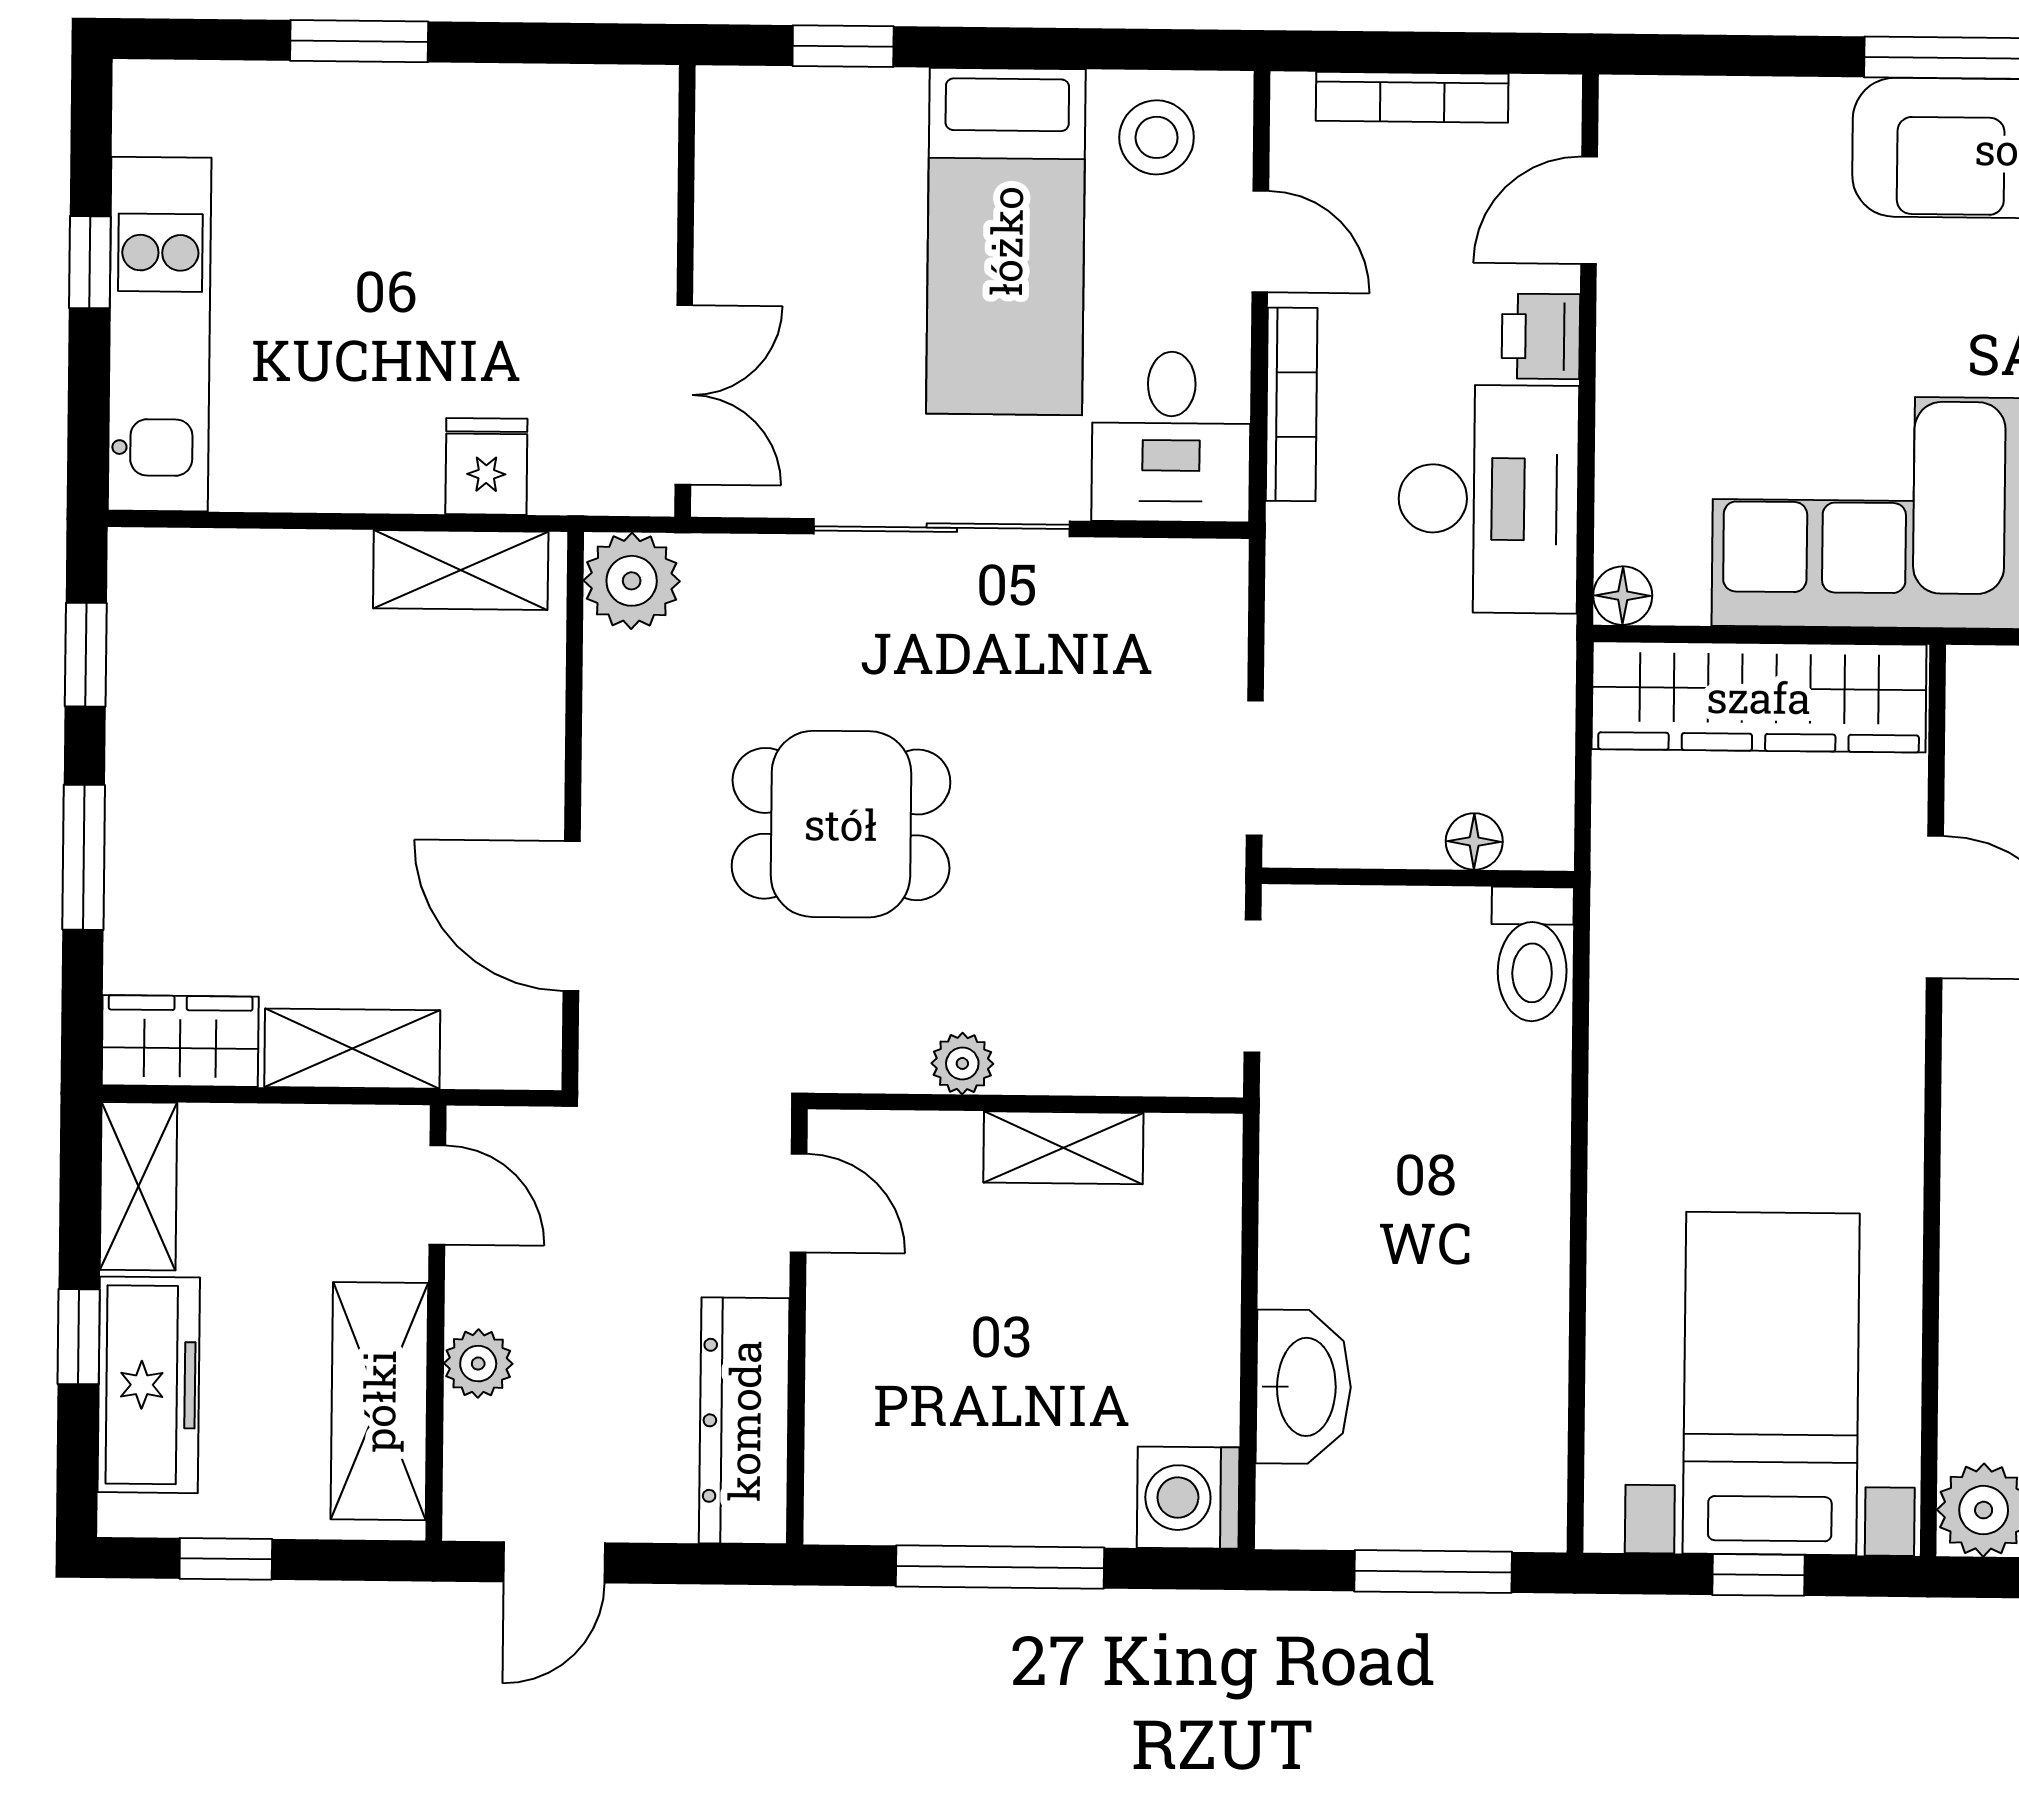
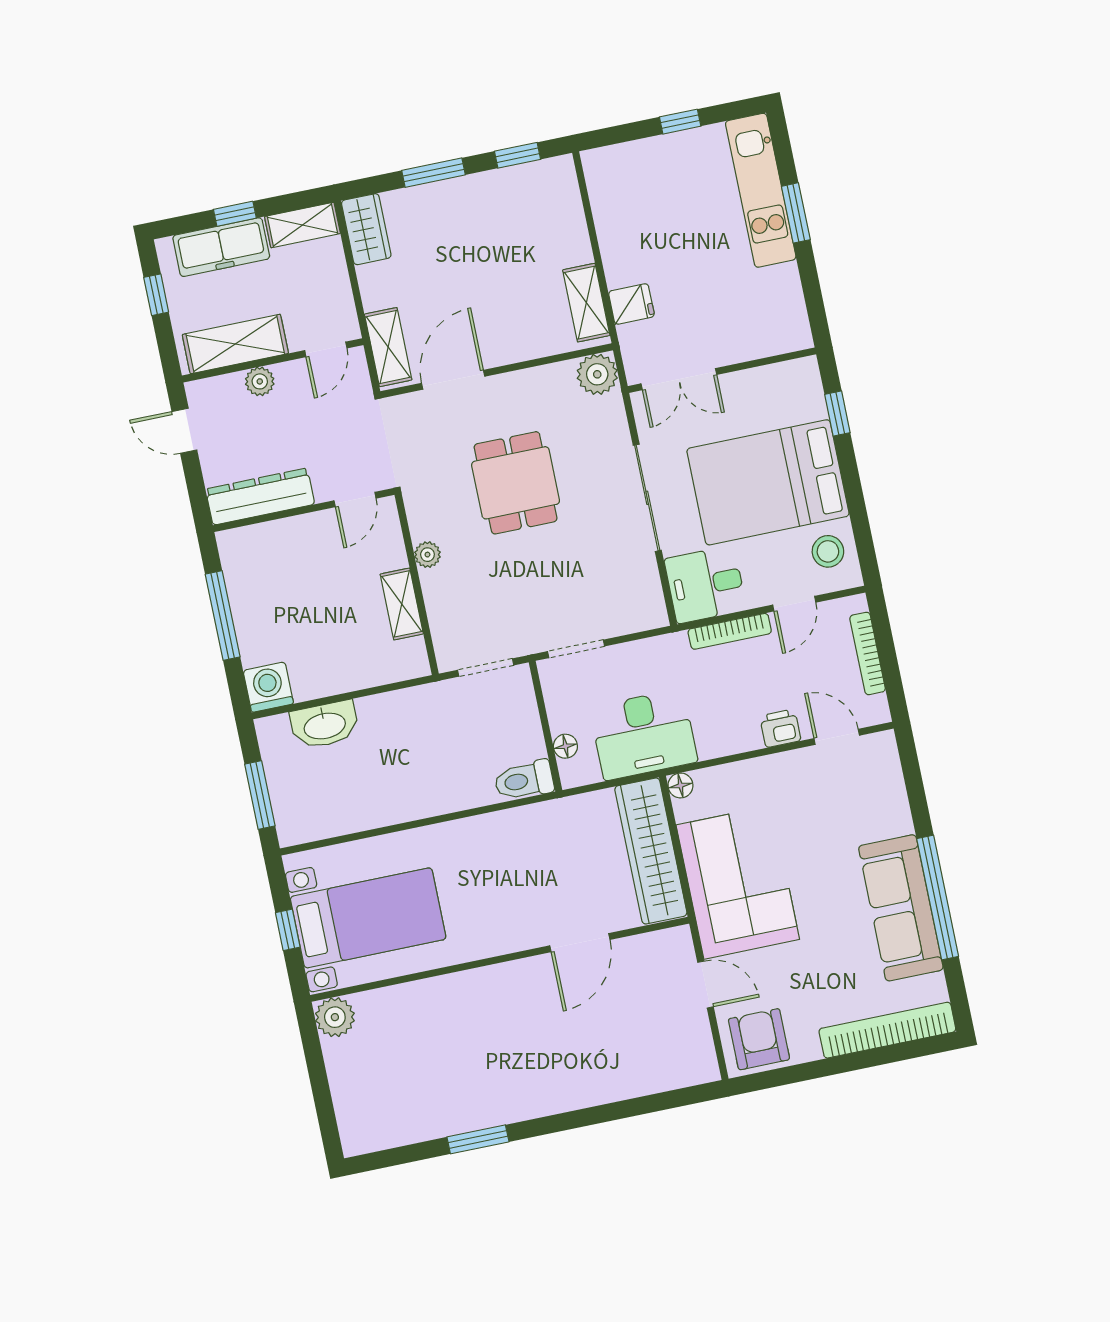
bed: (1006, 241) -> (768, 482), width x1.50
kitchen unit: (160, 334) -> (761, 190), moved, turned 90
desk: (1488, 499) -> (644, 735), moved
shelving: (352, 1049) -> (388, 347), moved

